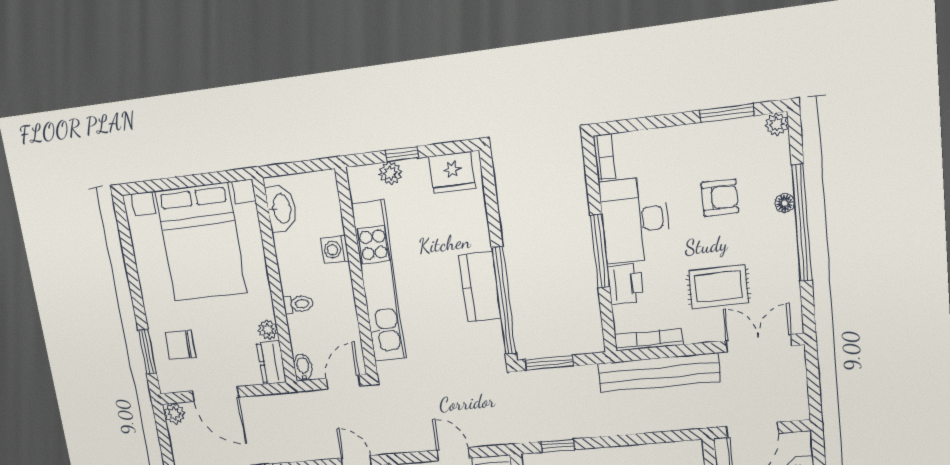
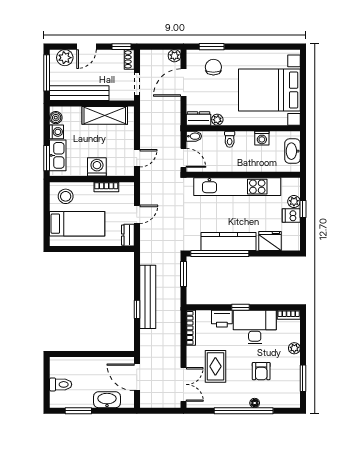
plant: (777, 124) -> (294, 348), moved
fridge: (452, 172) -> (270, 241), moved, turned 90
dishwasher: (417, 175) -> (291, 216), added
washbasin: (281, 208) -> (292, 151), moved, turned 90
washing machine: (335, 249) -> (262, 138), moved, turned 180
window: (600, 251) -> (241, 307), width x0.46
kitchen counter: (480, 287) -> (228, 241), width x1.50
bench: (659, 372) -> (148, 297), moved
window: (558, 446) -> (137, 309), moved

